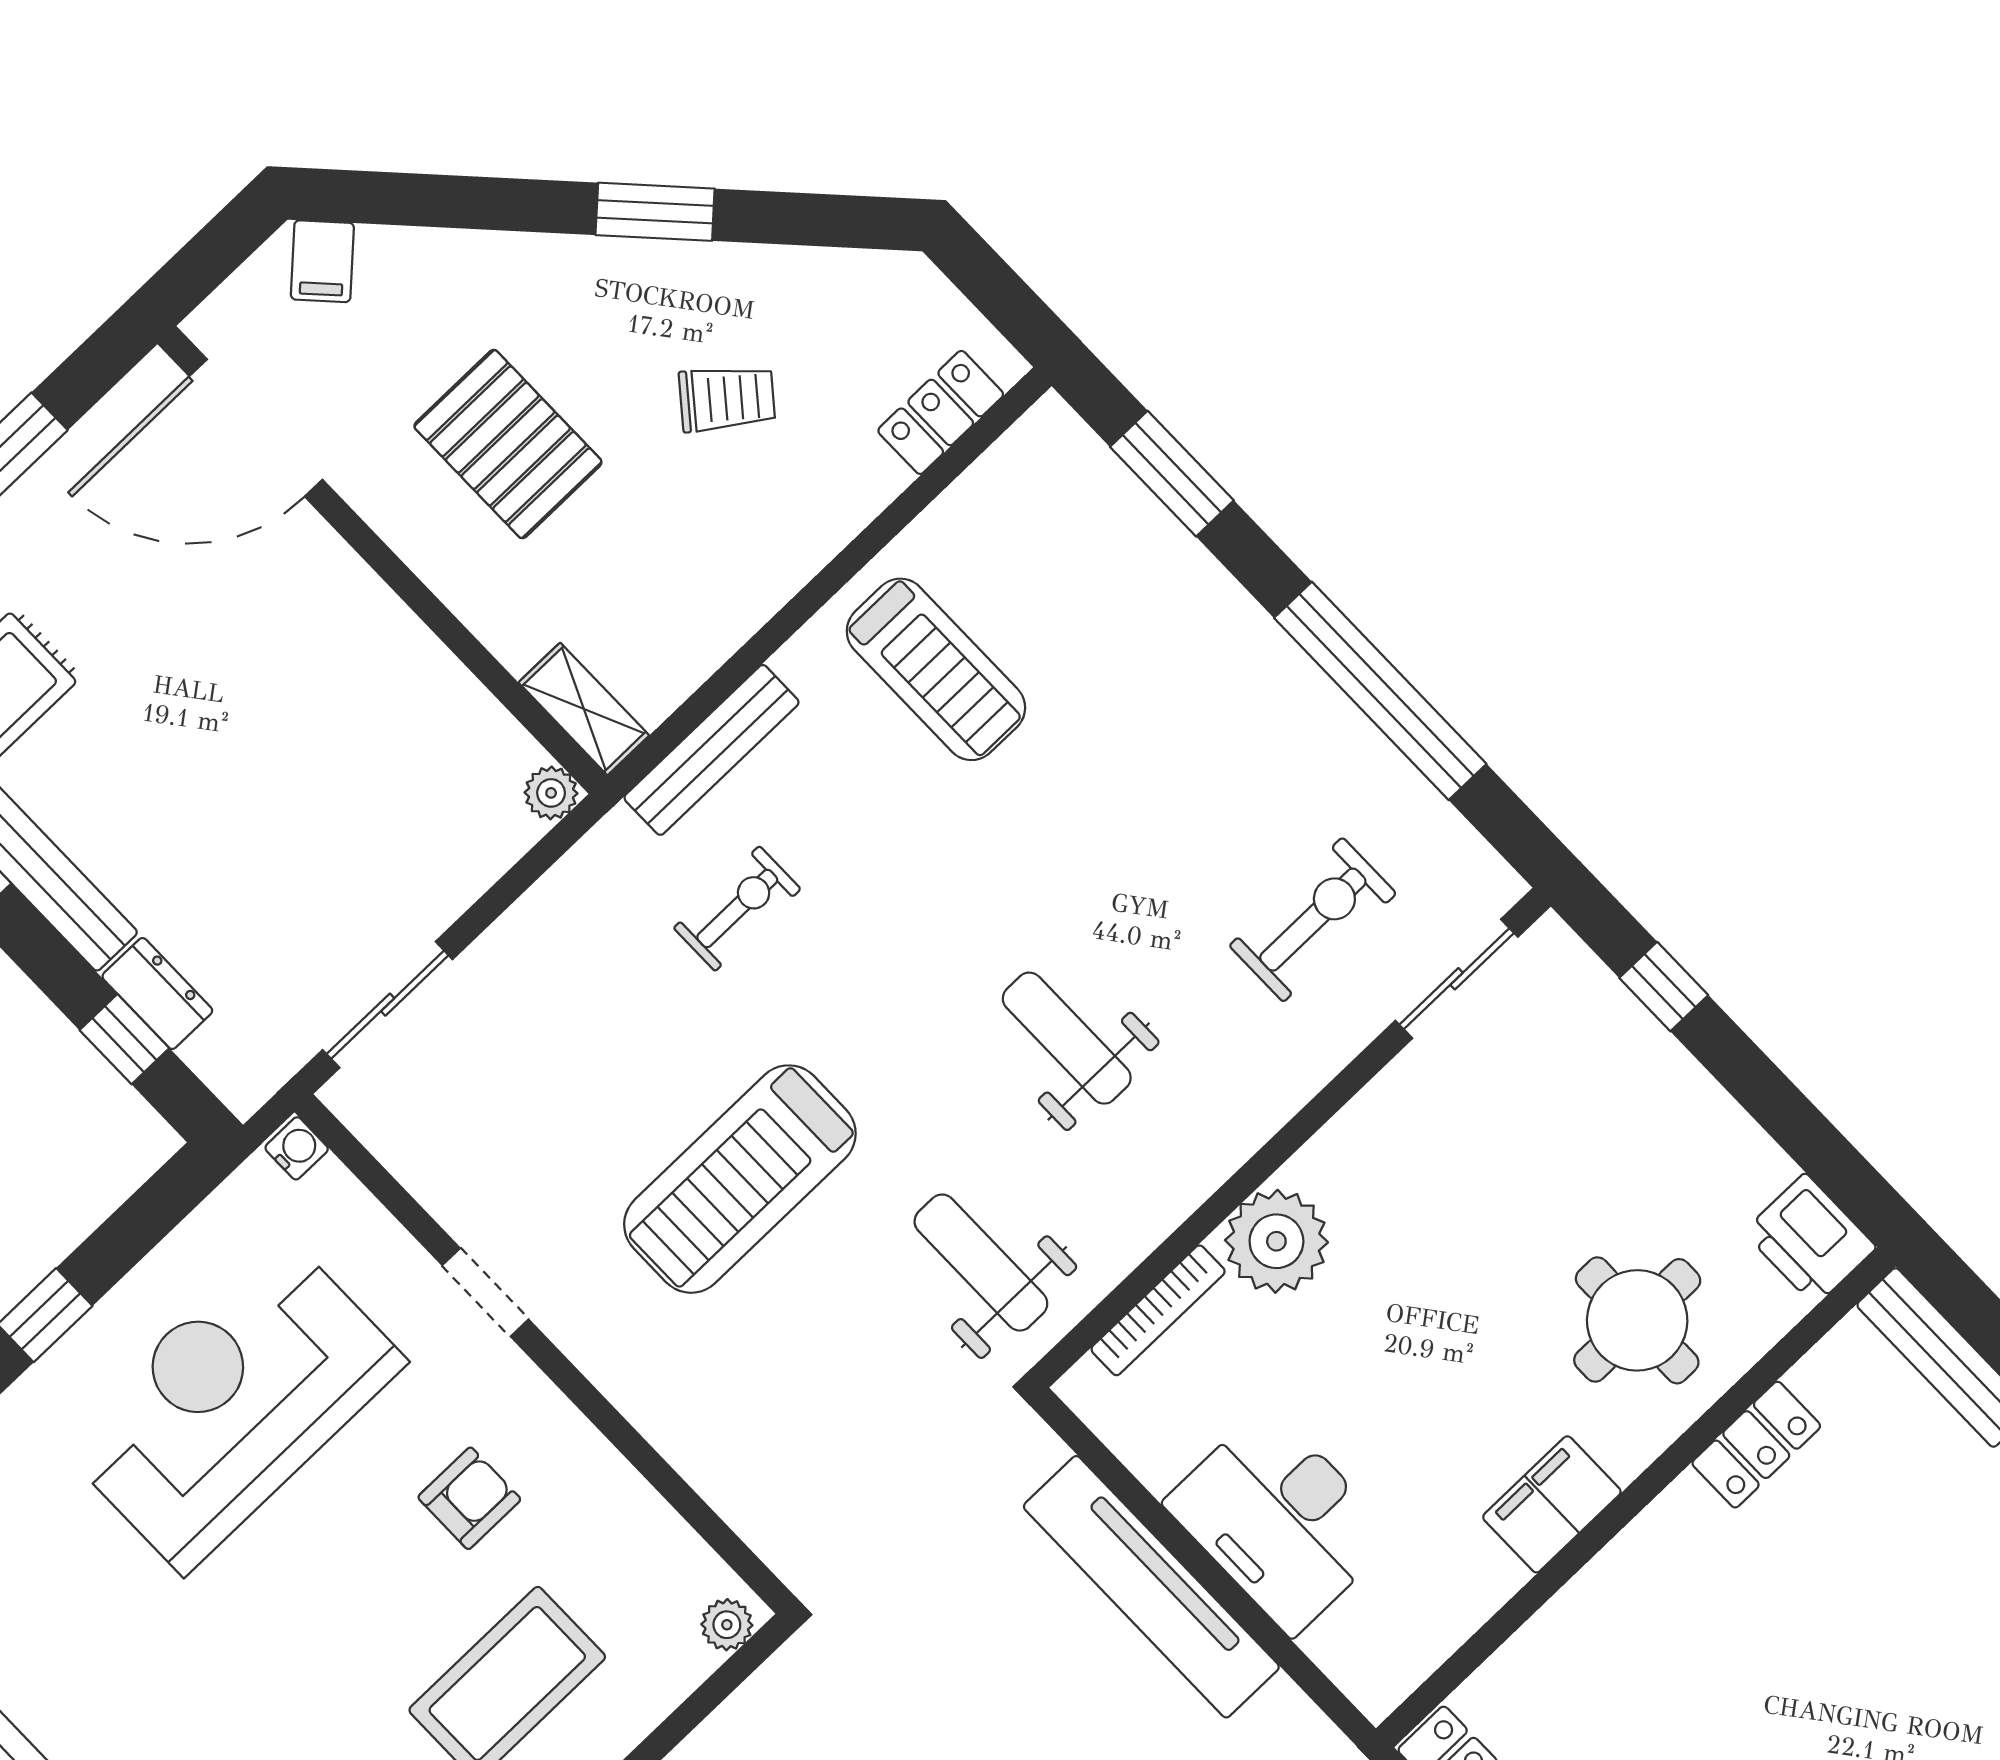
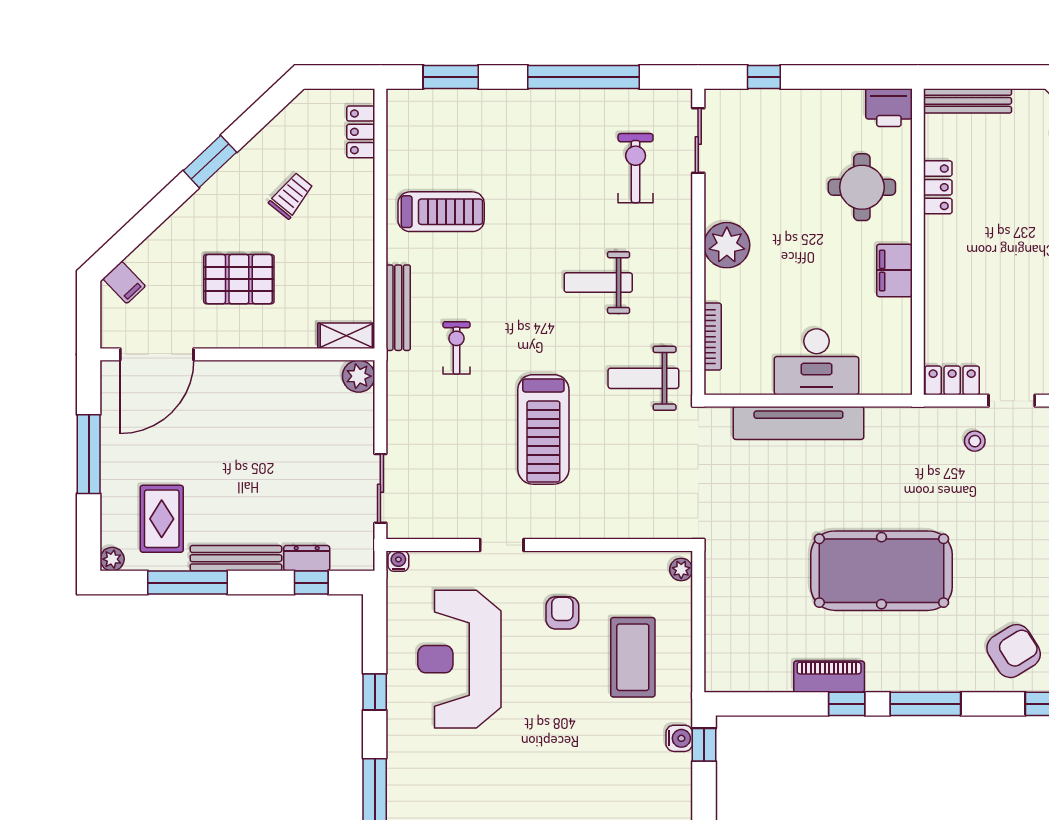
plant: (551, 793) -> (359, 376), width x1.38, depth x1.38
plant: (1276, 1241) -> (727, 245), moved

